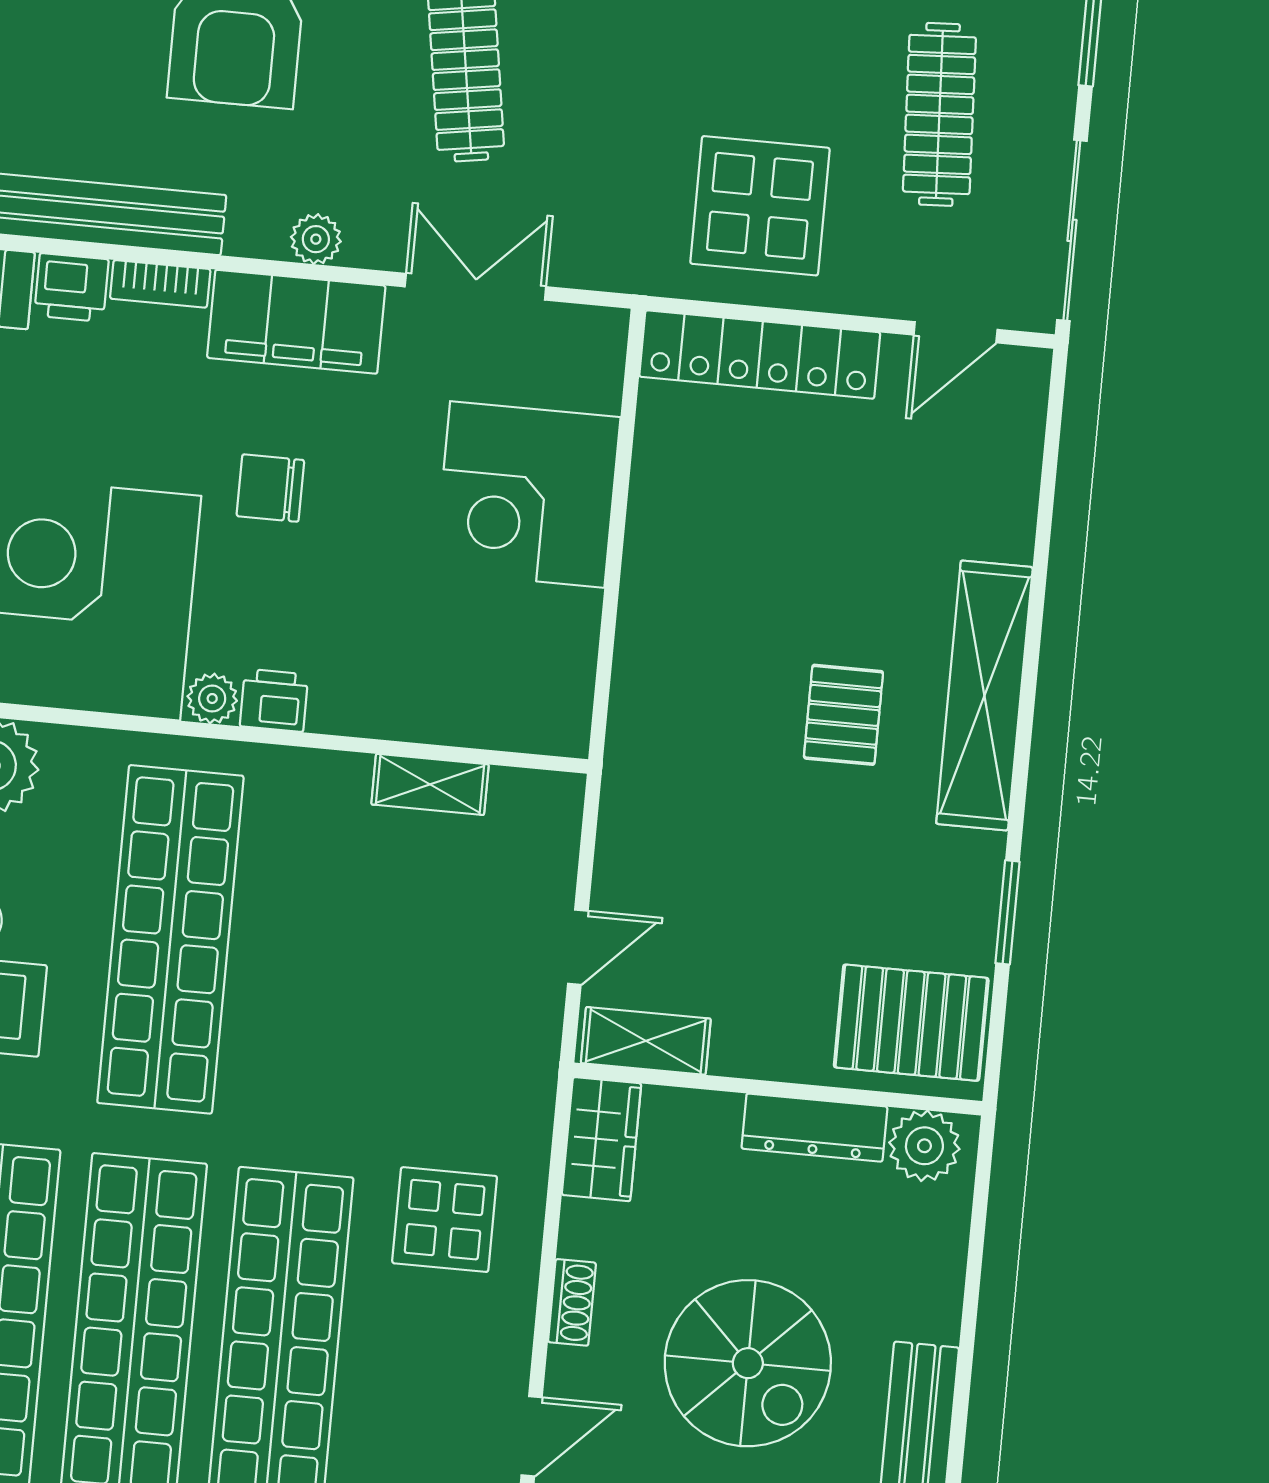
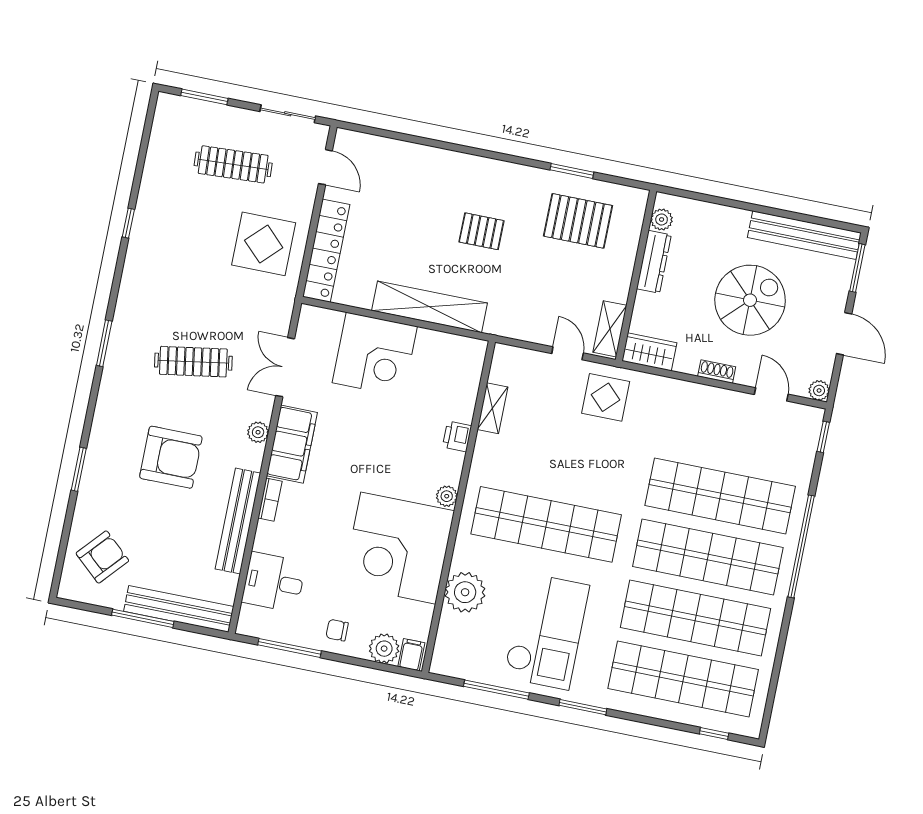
sliding door: (1072, 230) -> (288, 114), width x0.73
printer: (71, 288) -> (268, 537), removed
chair: (270, 488) -> (361, 462), removed
shelving: (984, 695) -> (430, 307), moved
printer: (274, 700) -> (457, 436), moved
pallet: (911, 1023) -> (578, 221), moved, turned 90
plant: (924, 1146) -> (662, 219), width x0.73, depth x0.73
display table: (445, 1220) -> (606, 397), moved

